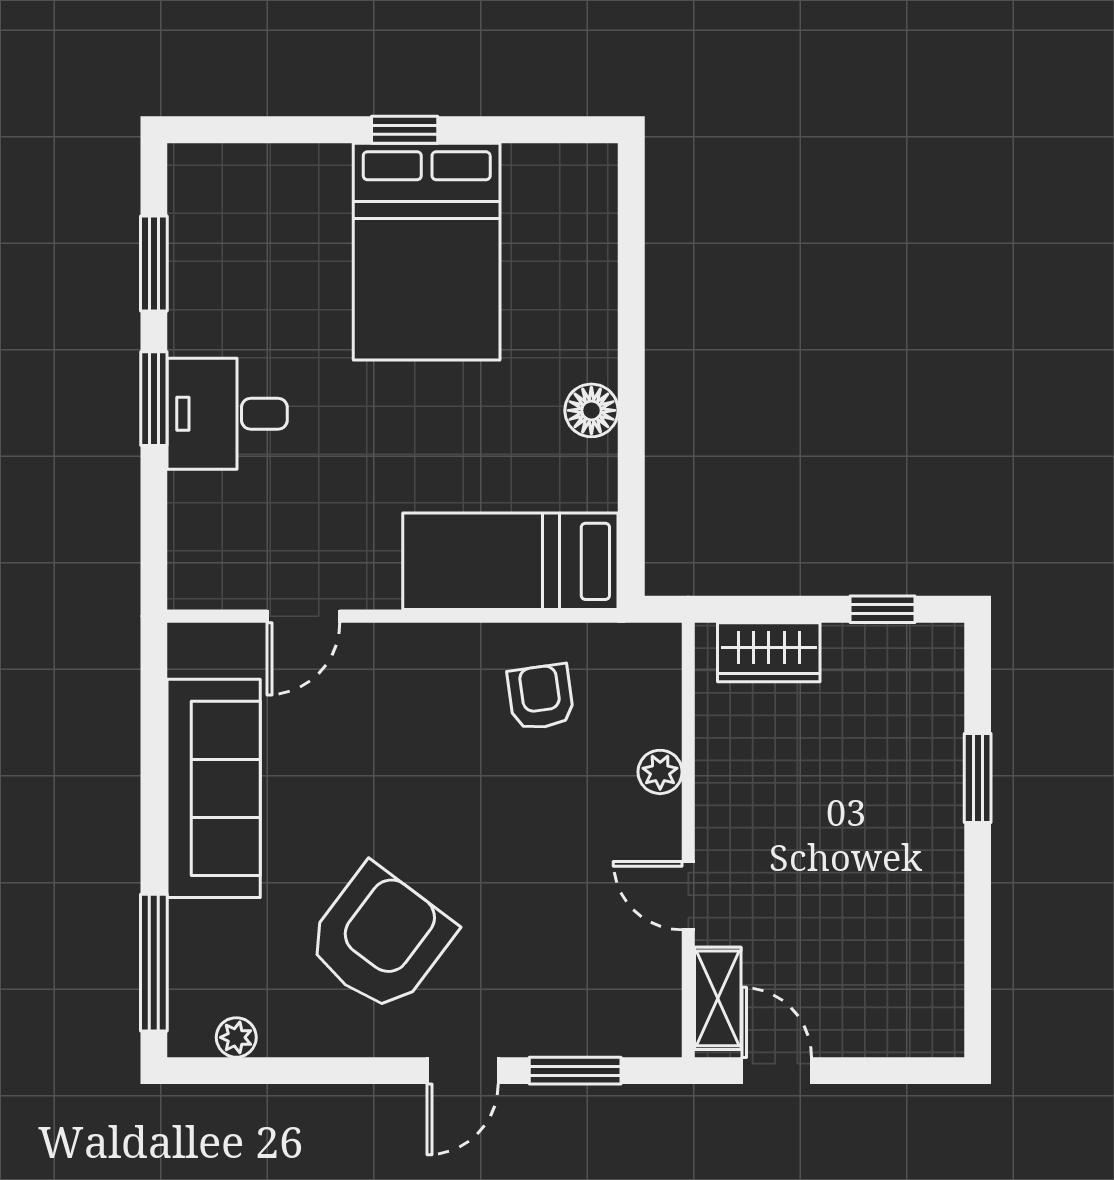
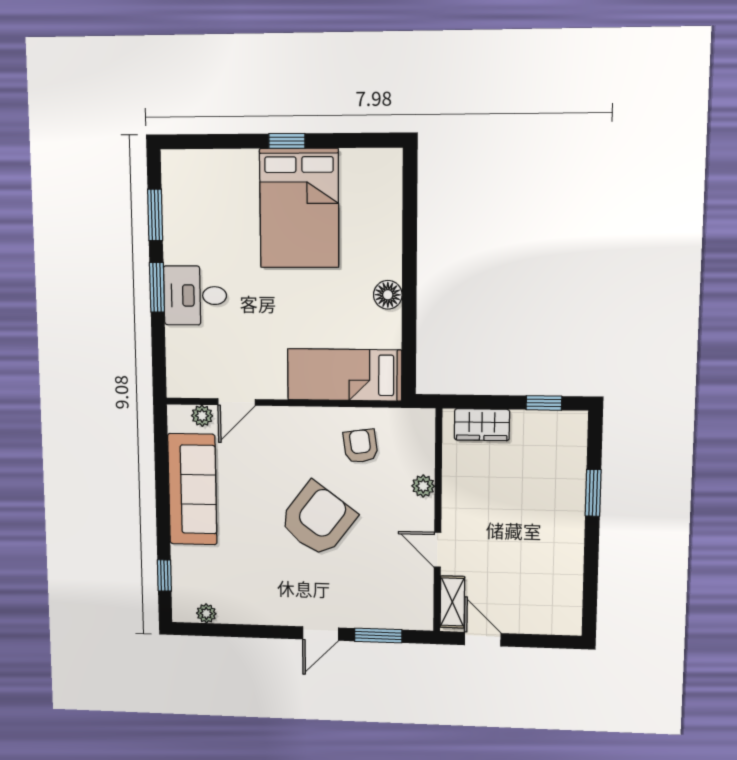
plant: (236, 644) -> (202, 416), added
armchair: (380, 939) -> (318, 519), moved
window: (154, 963) -> (164, 575), width x0.46

